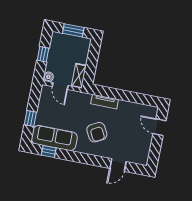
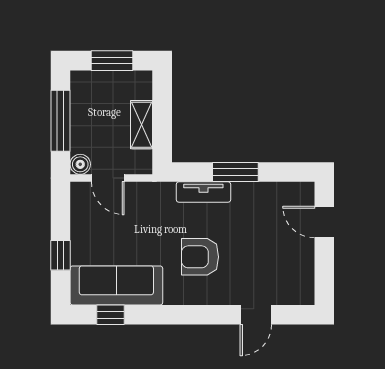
window: (43, 54) -> (60, 121), width x2.17
shelving: (79, 76) -> (141, 125), moved
window: (122, 95) -> (235, 172), added
armchair: (97, 132) -> (200, 257), turned 119

